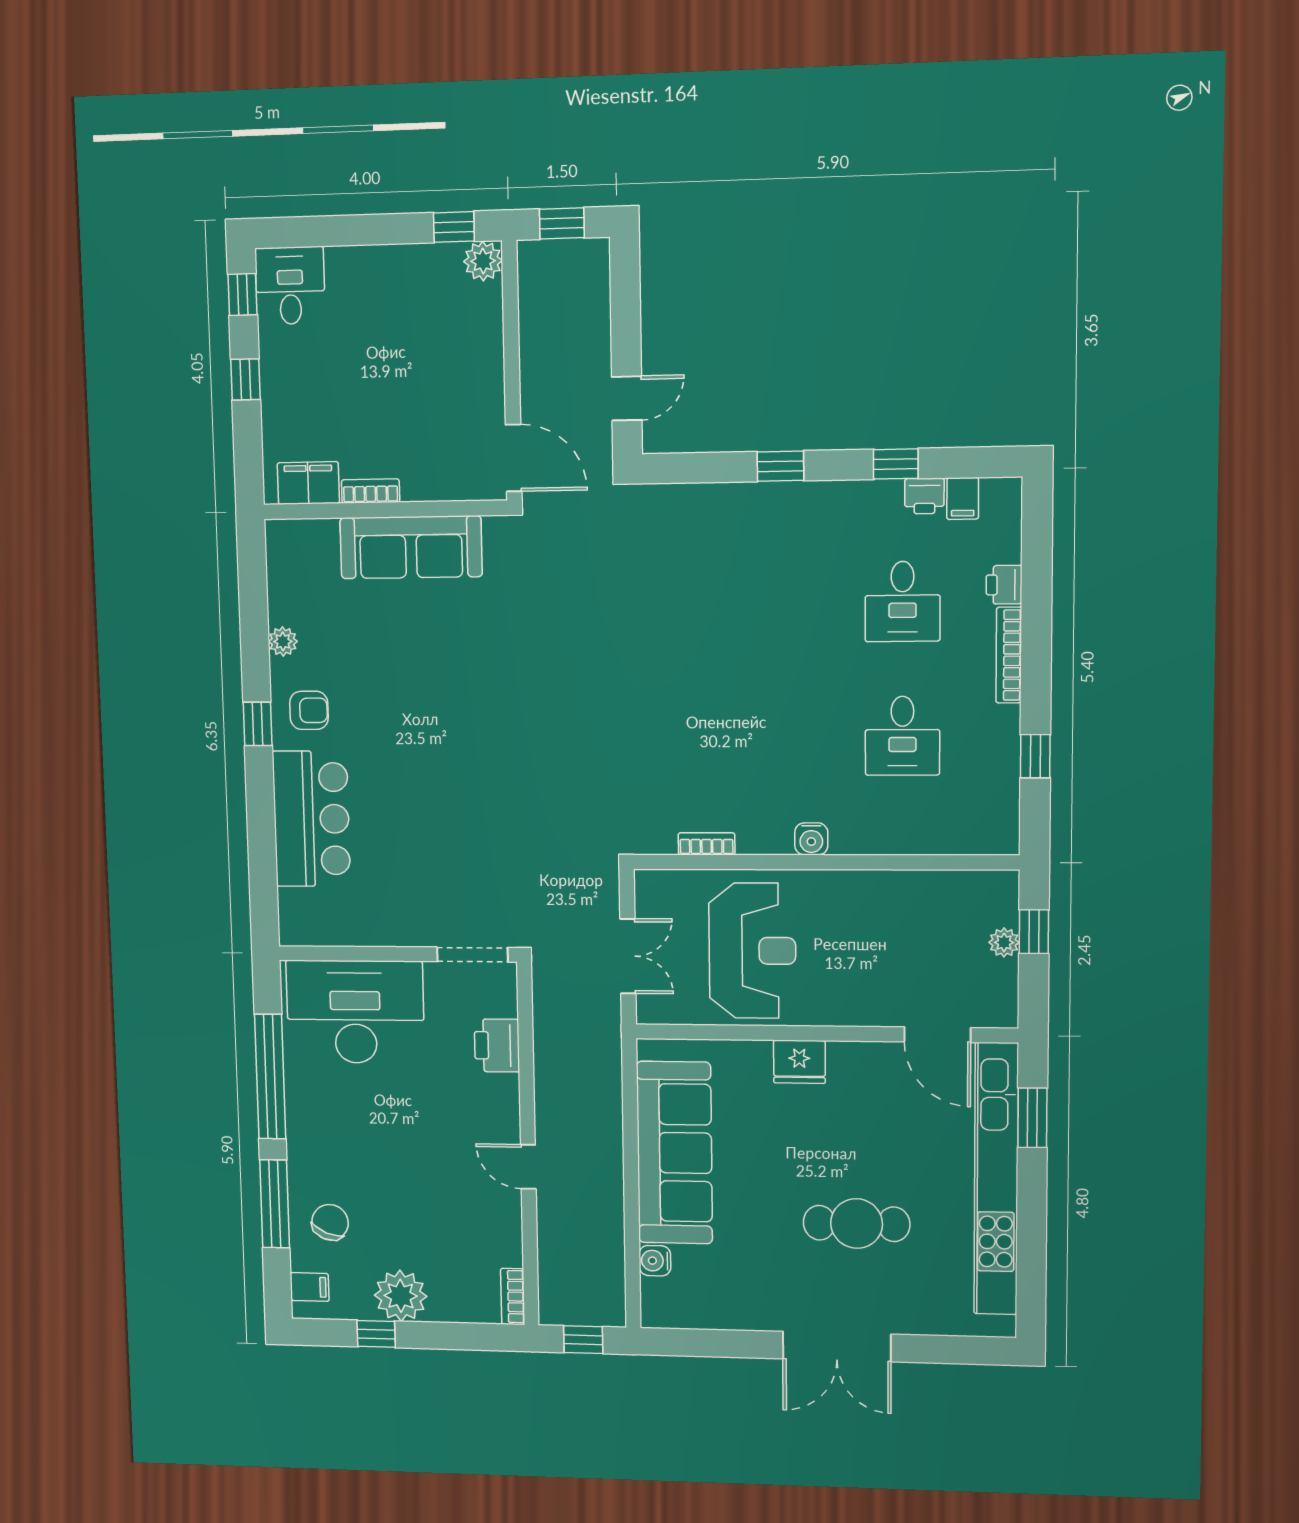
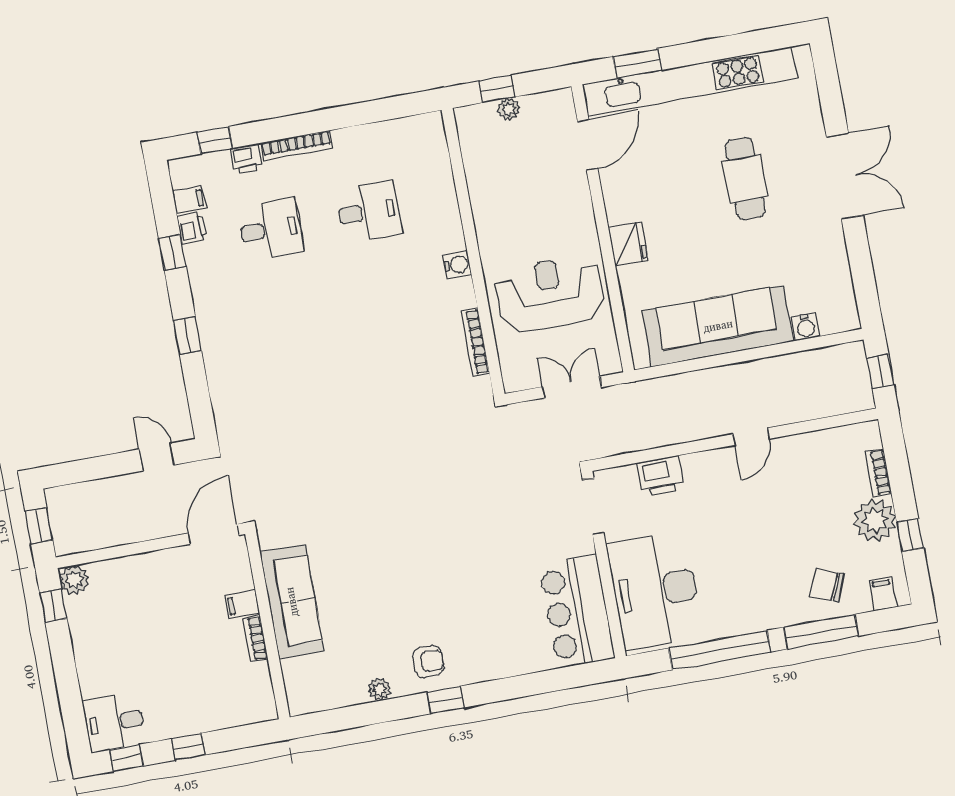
filing cabinet: (308, 483) -> (242, 604), moved, width x0.50
armchair: (309, 710) -> (428, 661), turned 90
window: (1035, 756) -> (215, 140), moved
bar counter: (311, 819) -> (577, 611), moved, turned -90
bookcase: (707, 844) -> (475, 342), width x1.56
bookcase: (513, 1297) -> (879, 473), moved, turned 90

